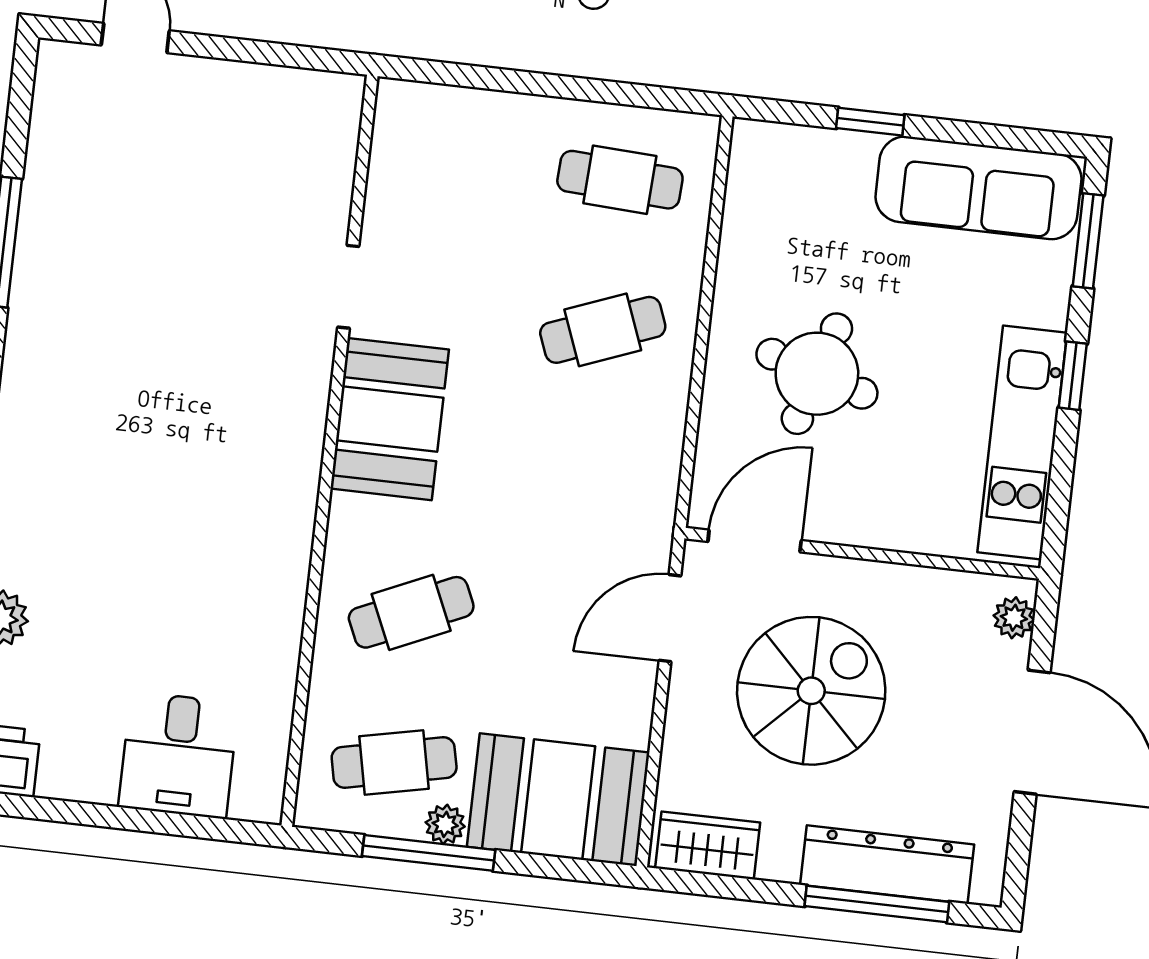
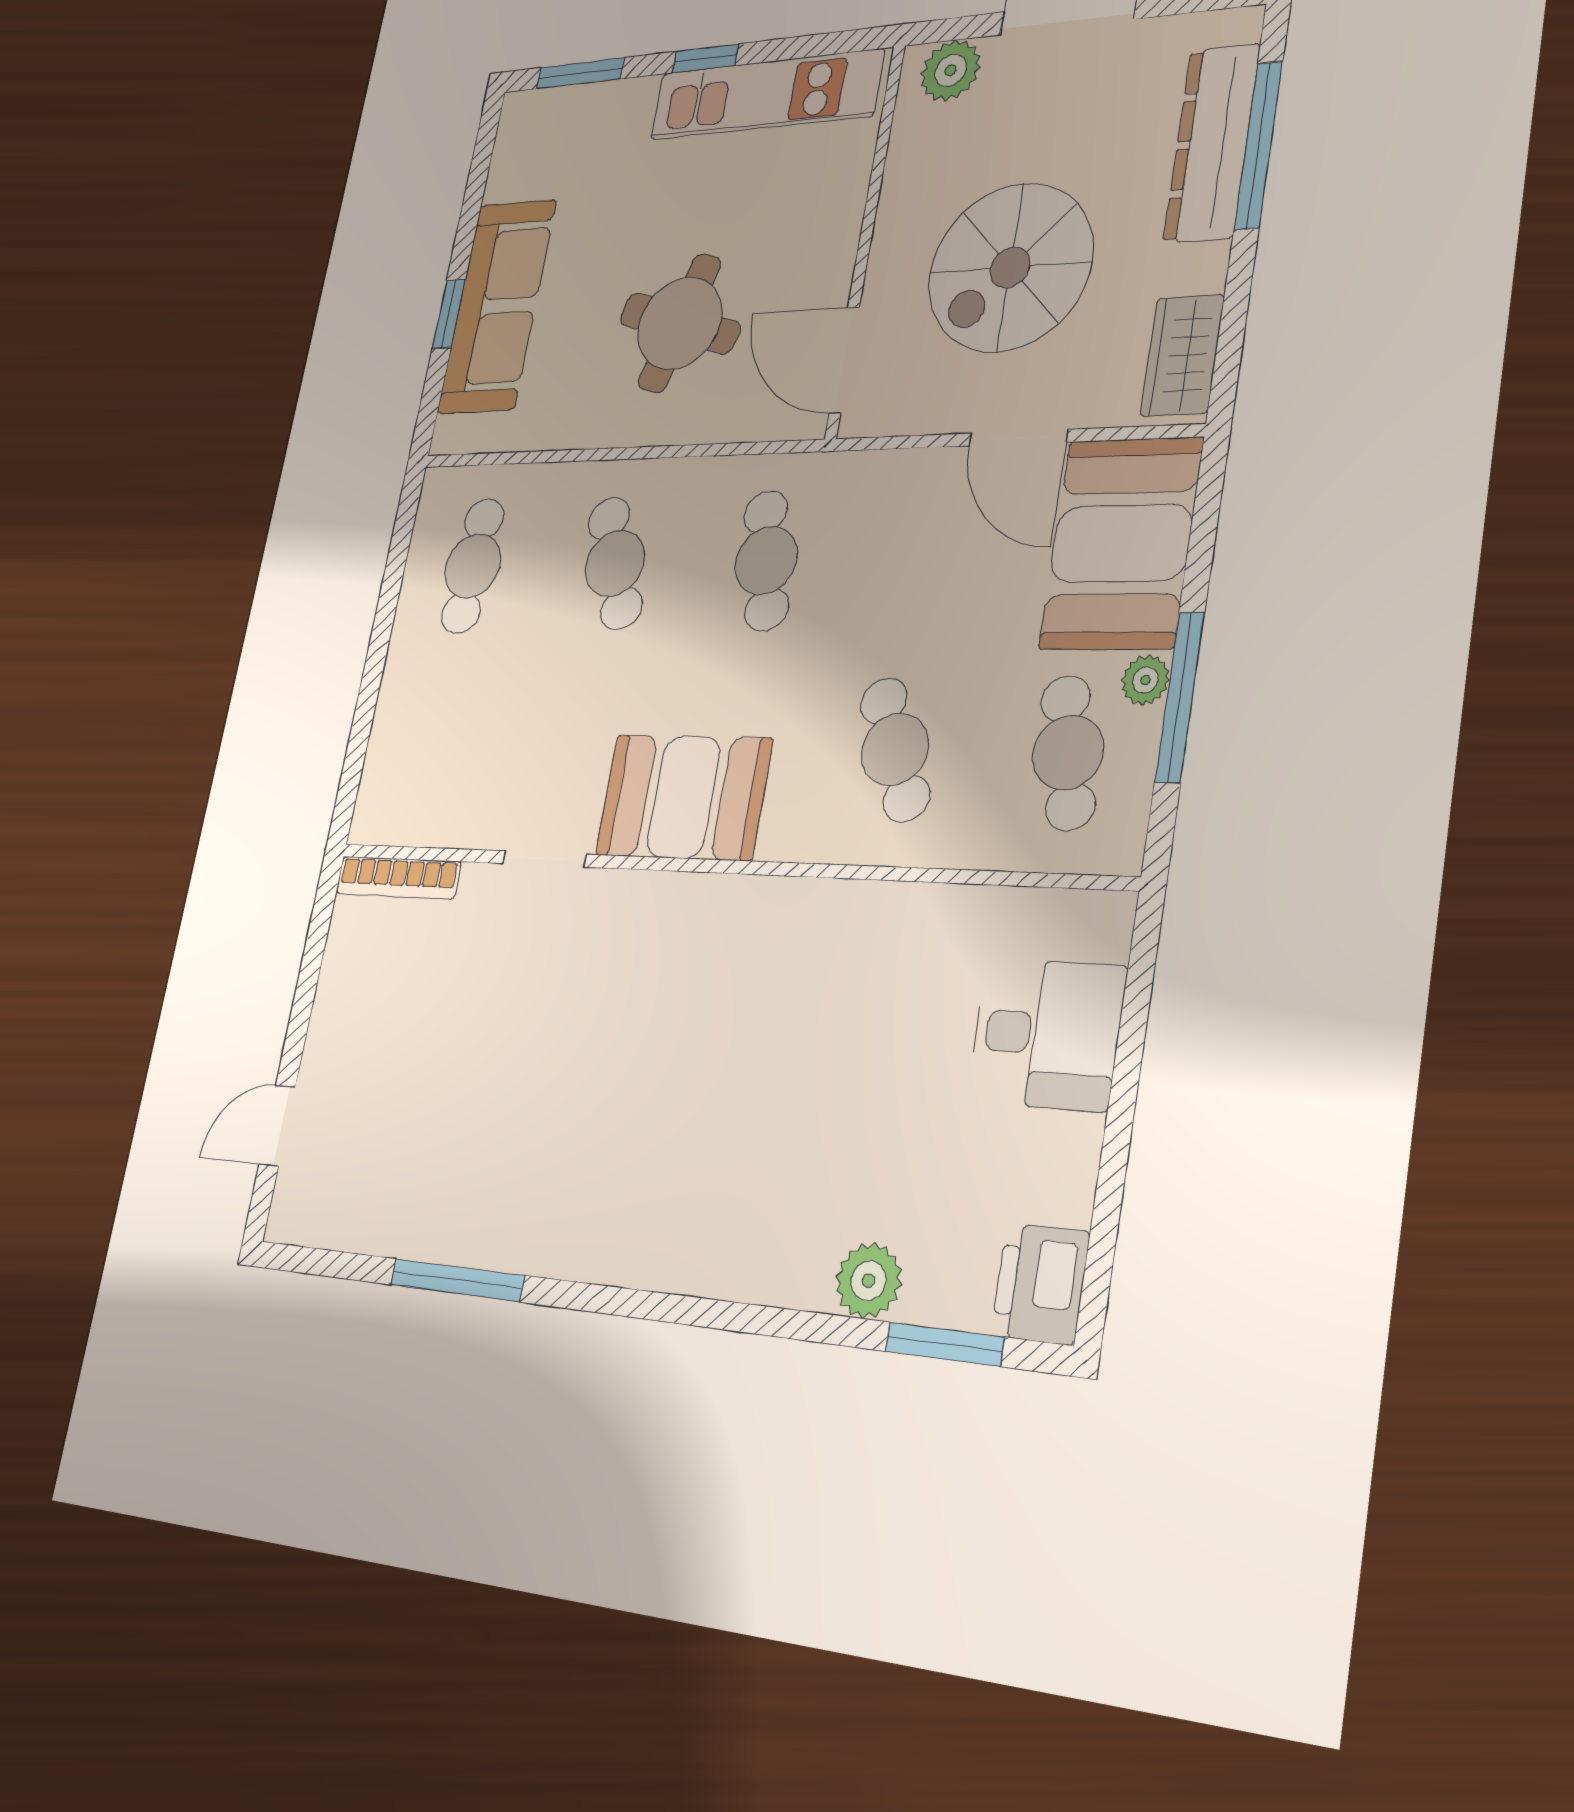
bookcase: (344, 137) -> (398, 878), added
sofa: (978, 188) -> (497, 306), moved
cafe table: (586, 480) -> (766, 561), added
door: (670, 618) -> (1018, 438), moved
plant: (1014, 618) -> (951, 70), width x1.38, depth x1.38
spiral stairs: (811, 691) -> (1010, 267), turned -90

